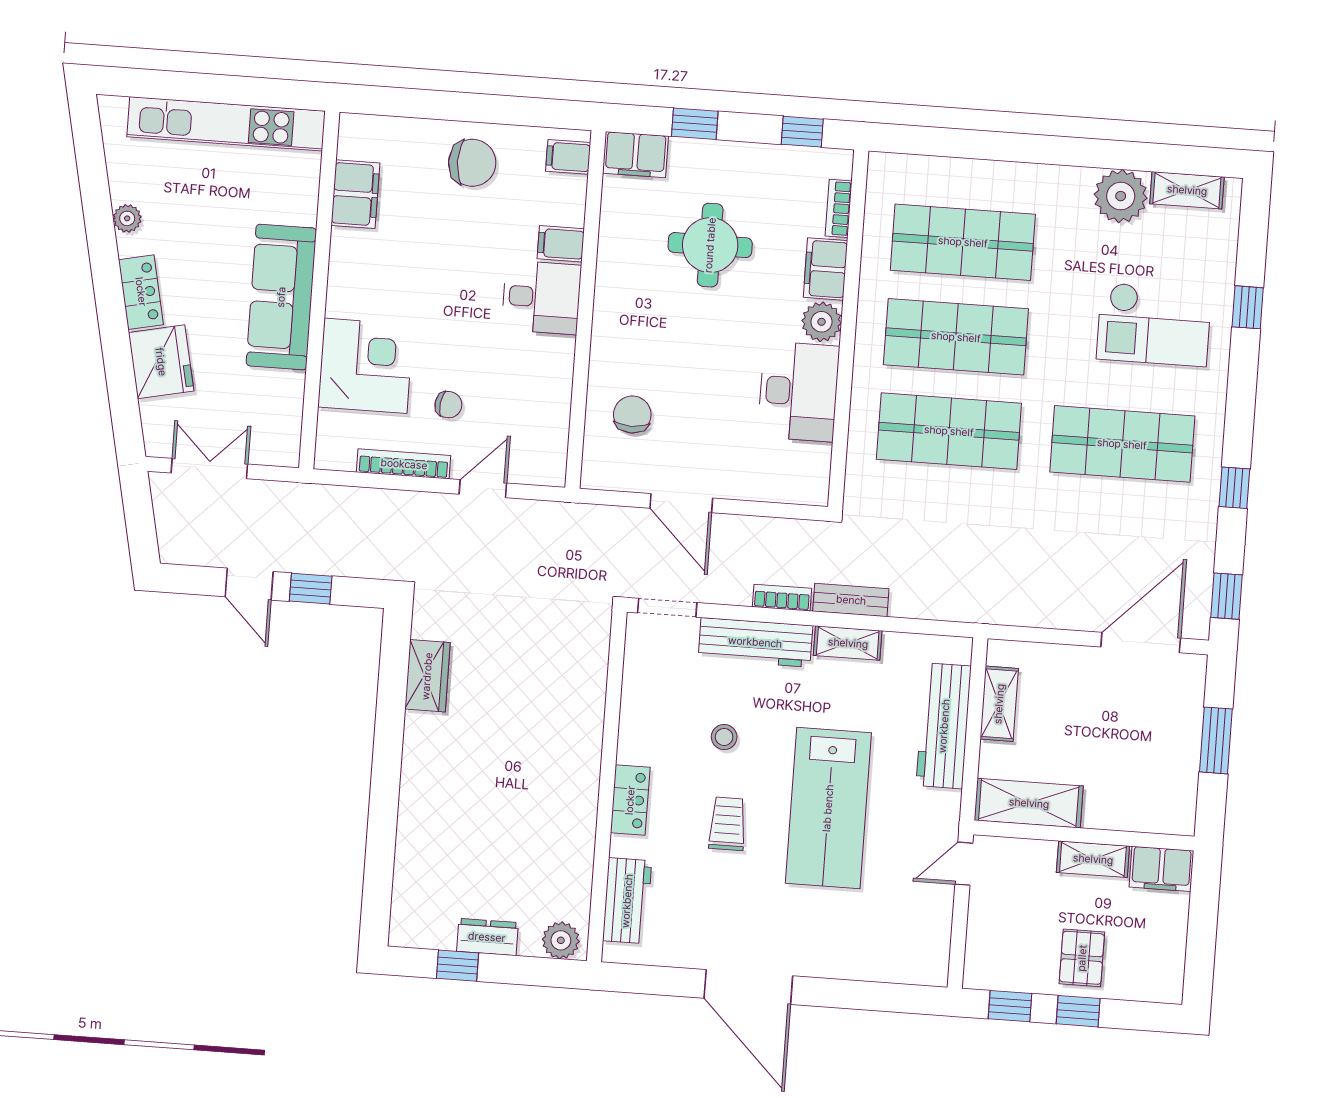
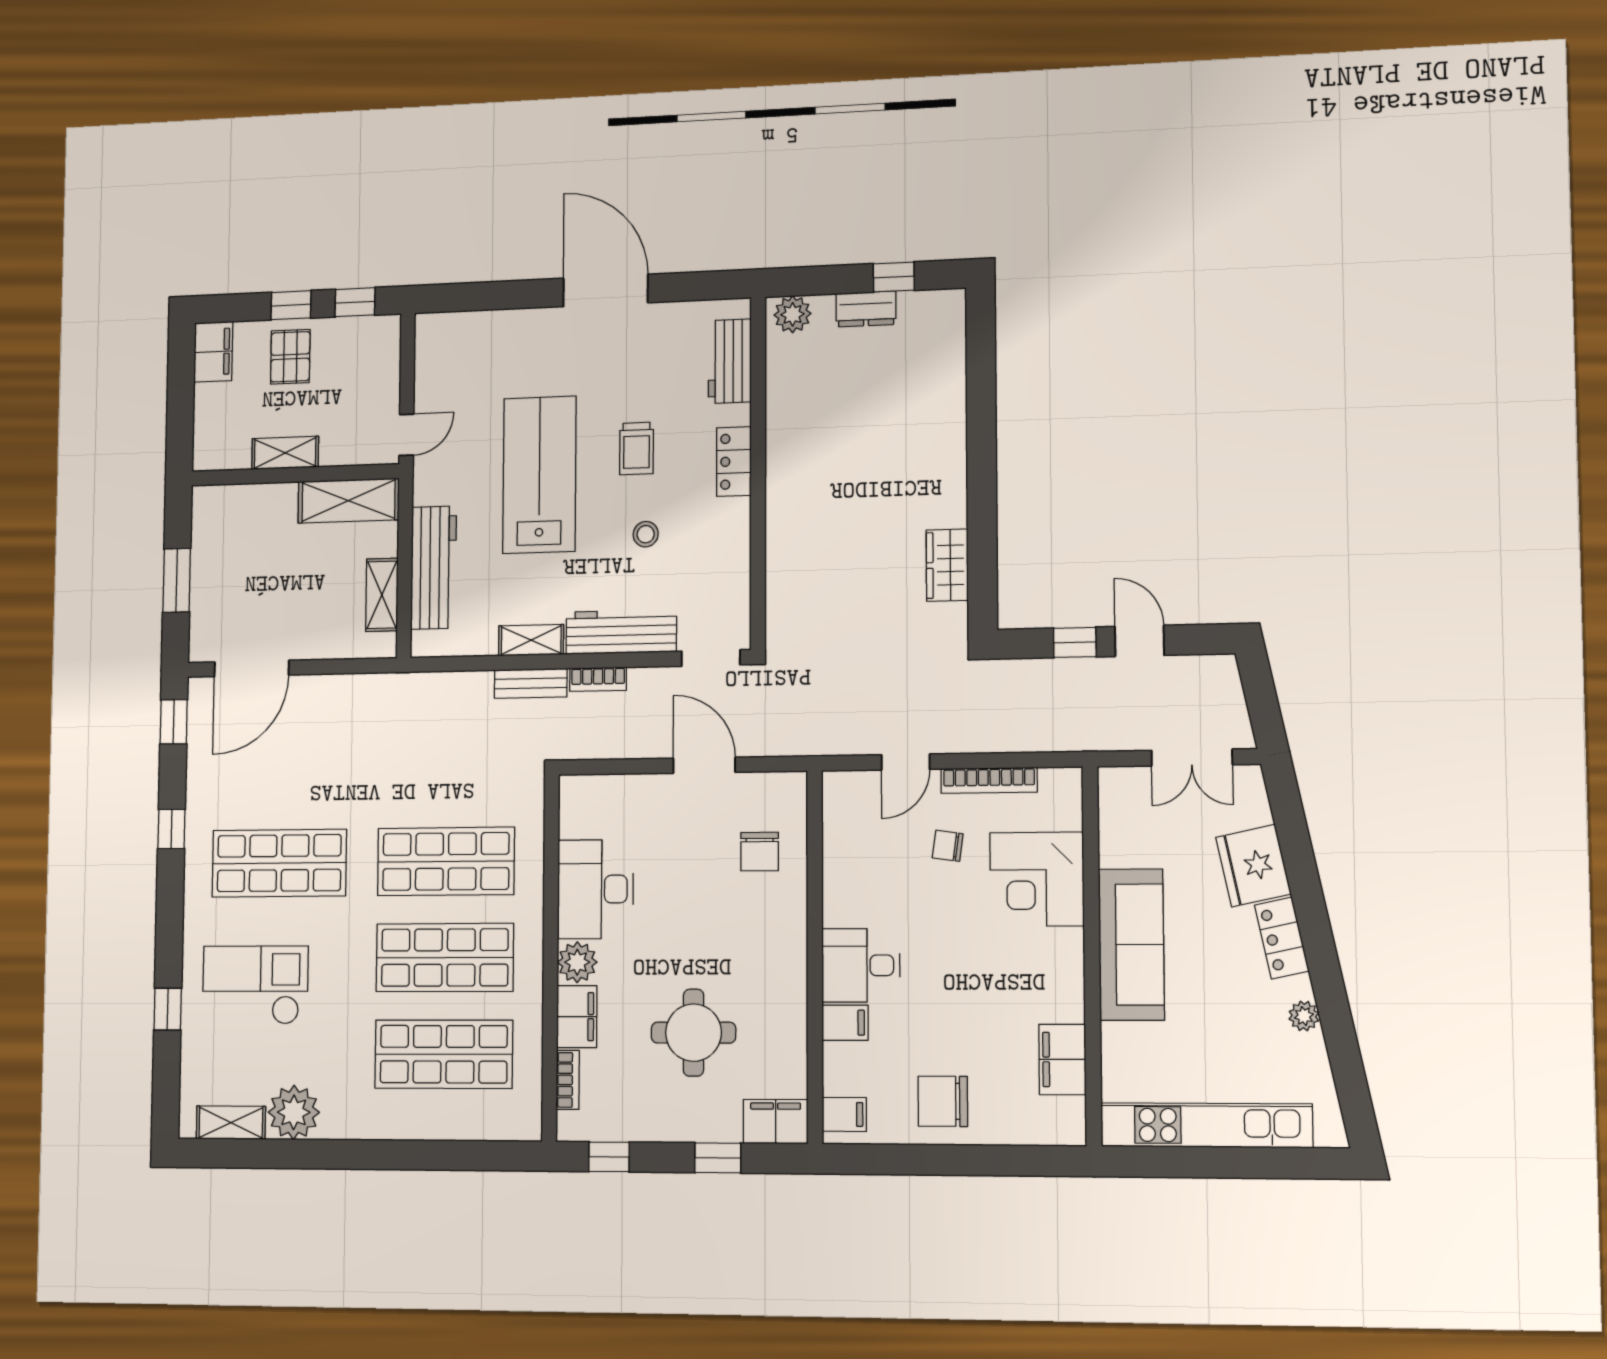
filing cabinet: (1161, 869) -> (213, 352), moved, turned 90

